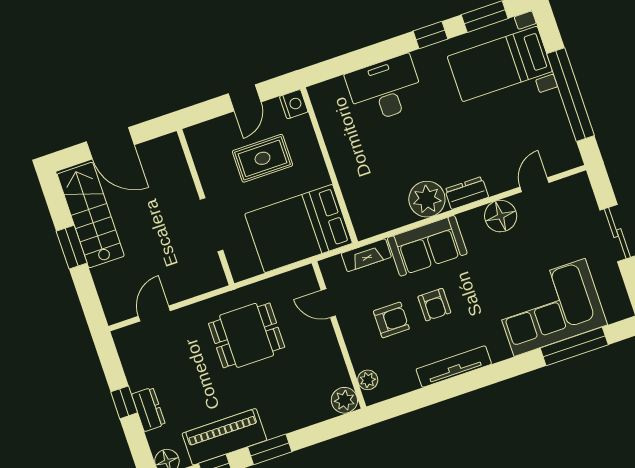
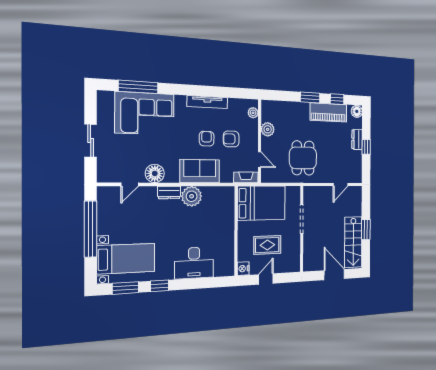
fireplace: (366, 255) -> (246, 177), moved
dining table: (247, 335) -> (303, 158), turned 90
plant: (344, 400) -> (268, 129), moved

